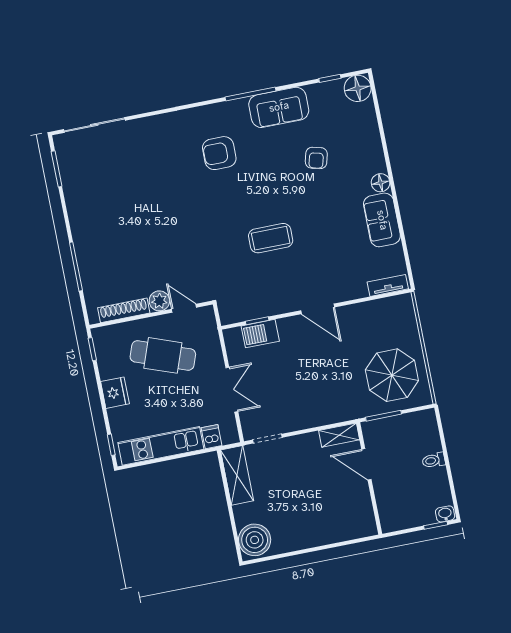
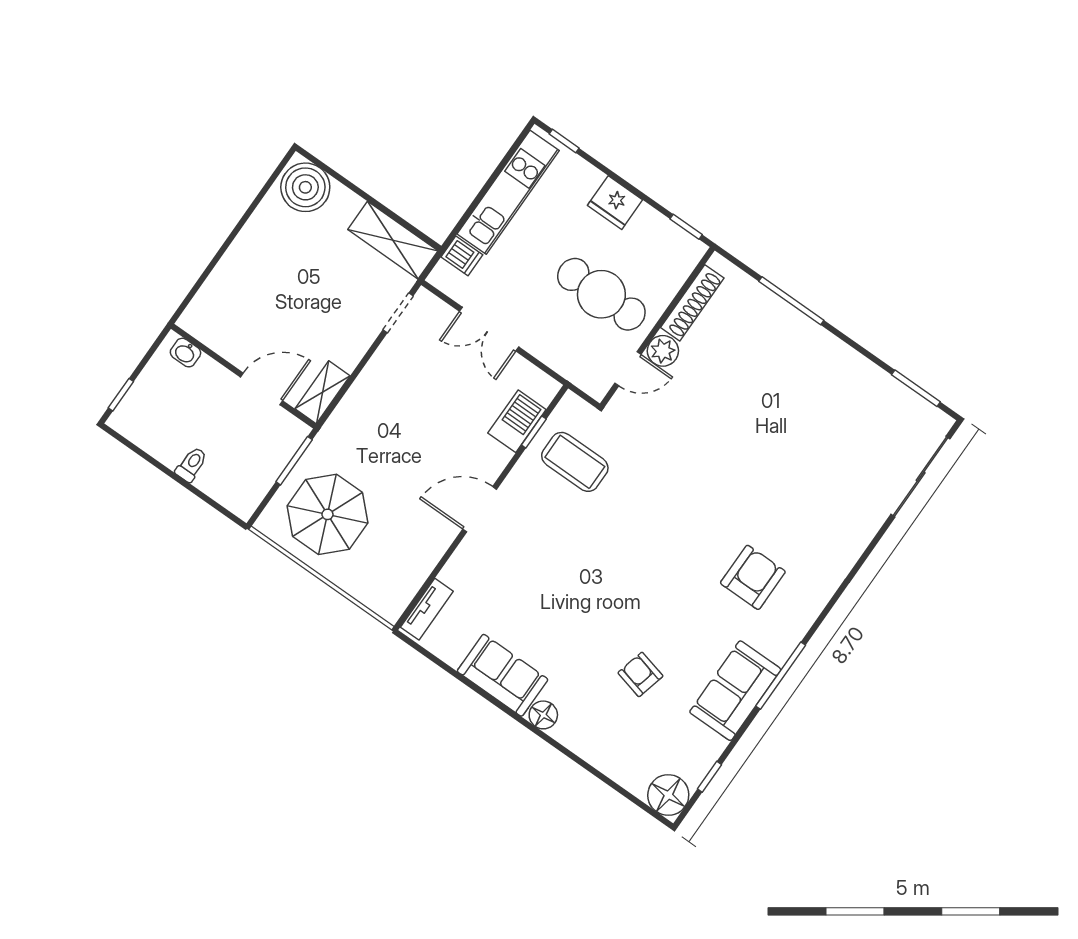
coffee table: (271, 238) -> (575, 462), moved, turned 90
cafe table: (163, 355) -> (601, 294), turned 70
washbasin: (445, 514) -> (185, 353), moved, turned 90

